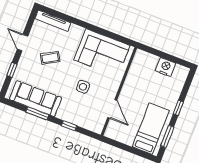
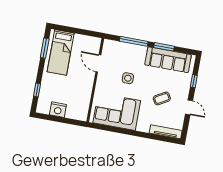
window: (178, 108) -> (37, 90), moved
window: (69, 126) -> (134, 41), width x2.17

